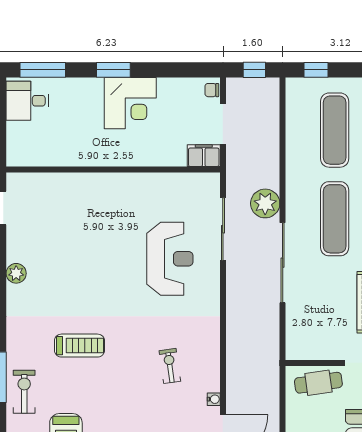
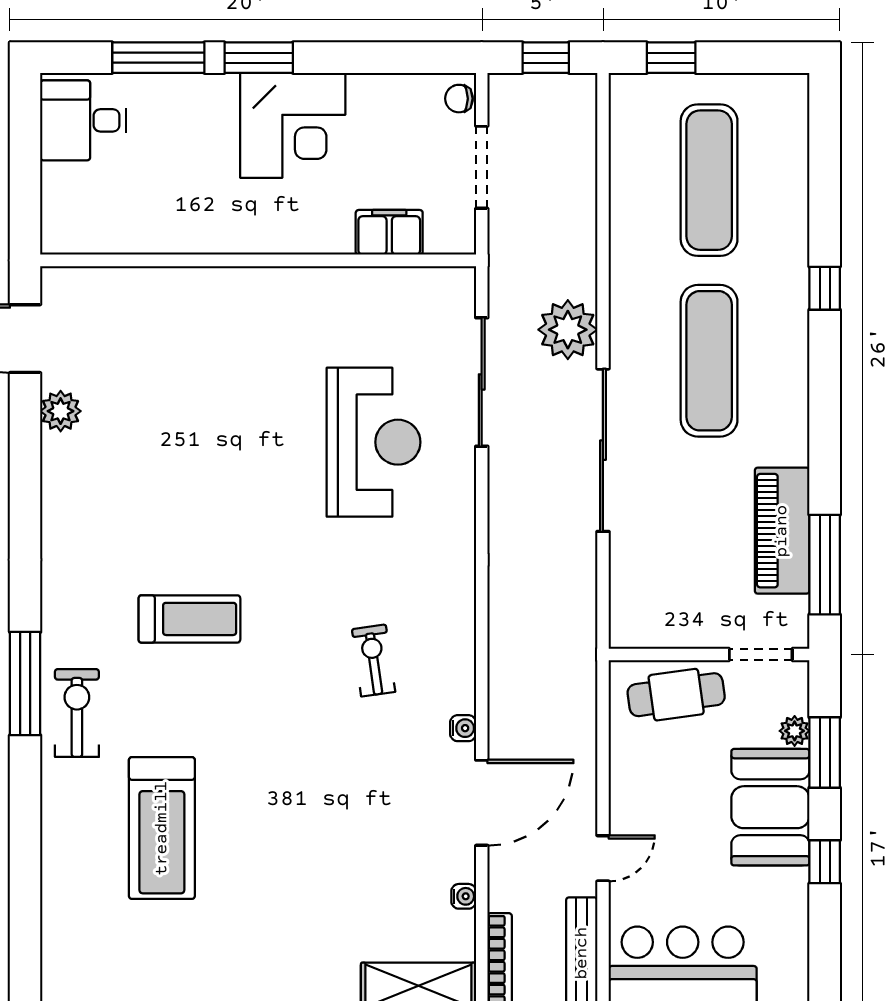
window: (43, 70) -> (158, 58), moved
filing cabinet: (204, 156) -> (389, 232), moved
plant: (16, 273) -> (61, 411), moved

